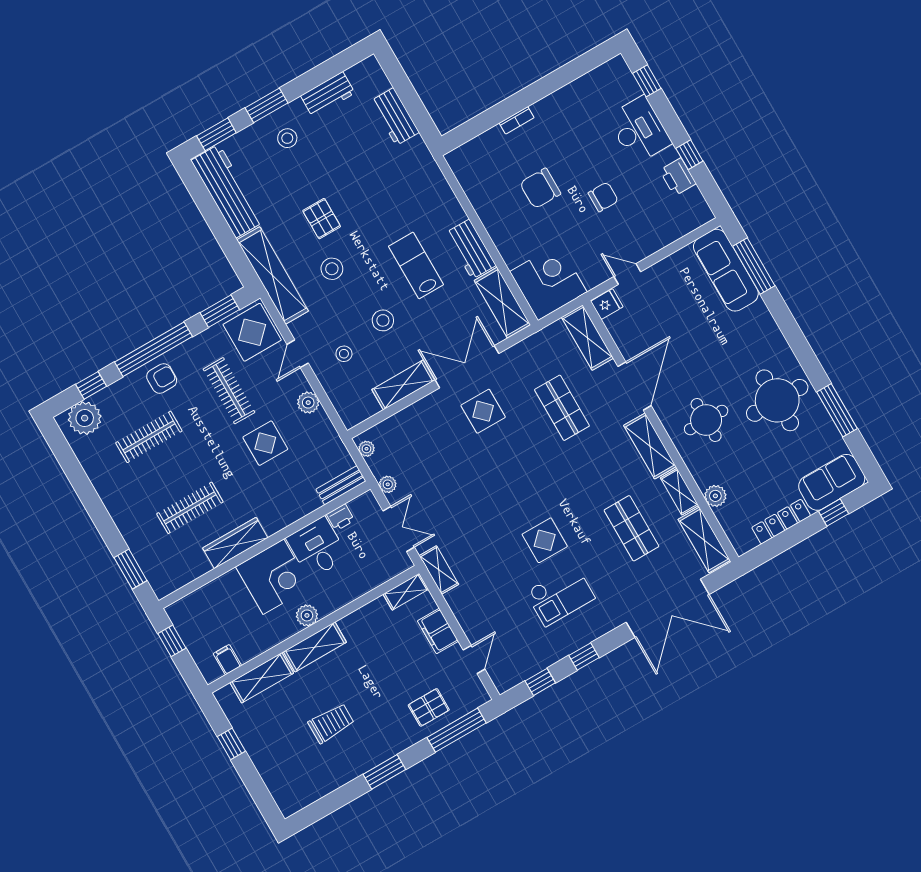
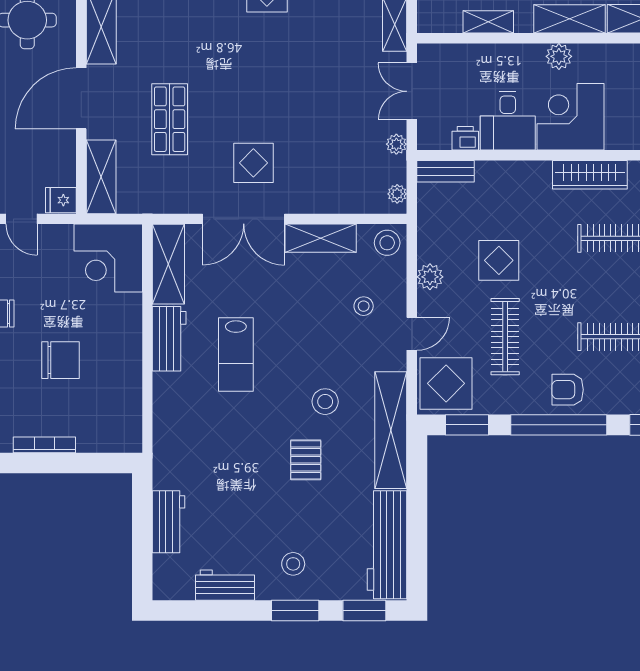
bookcase: (517, 120) -> (44, 445), width x1.56
stool: (383, 320) -> (387, 243), moved
shelving: (406, 592) -> (488, 22), moved

